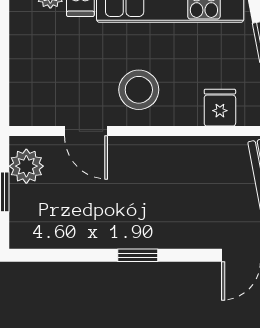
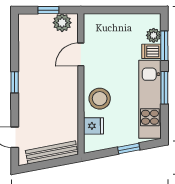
stool: (139, 90) -> (100, 99), moved

